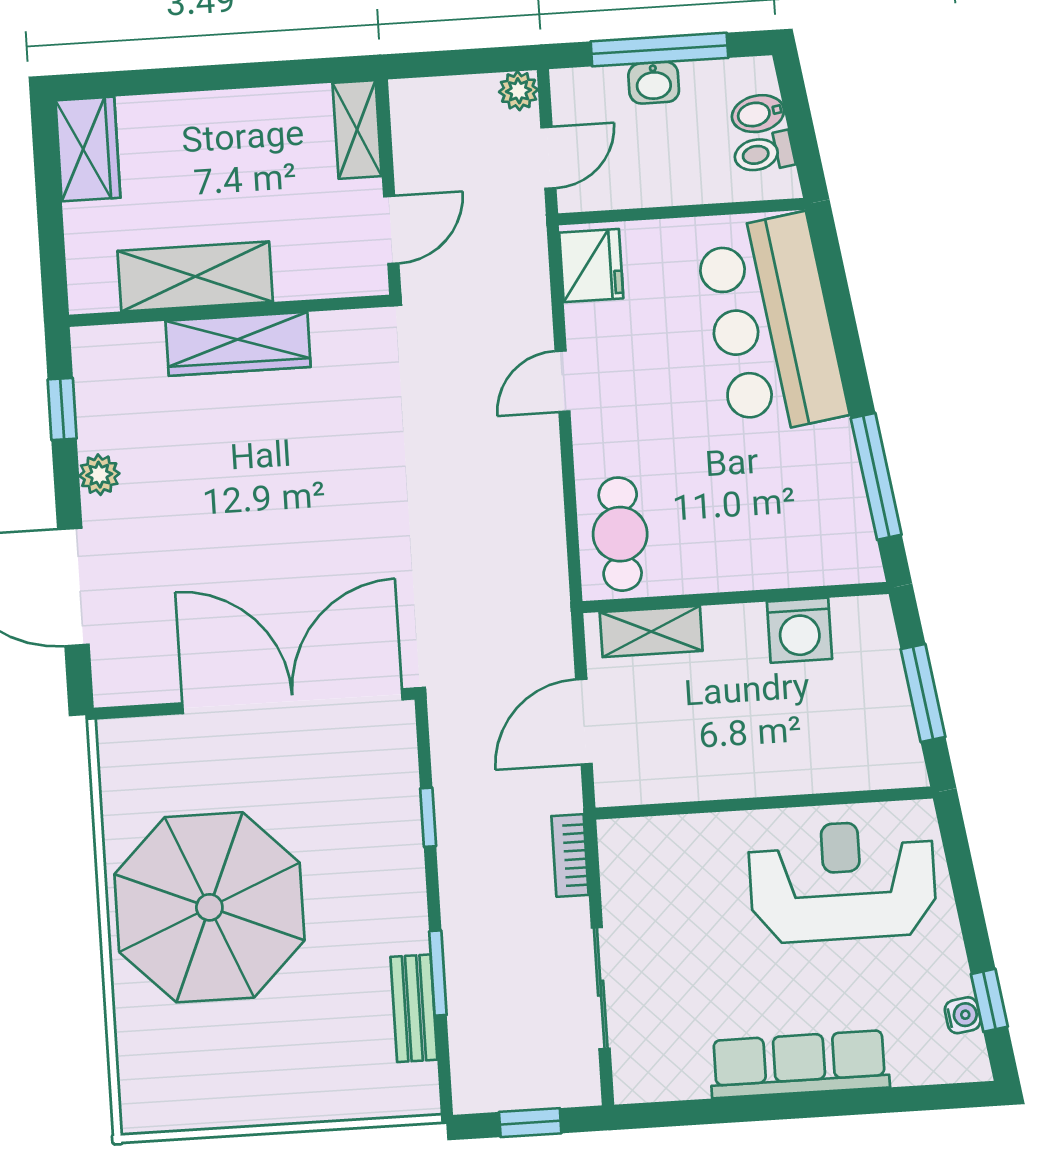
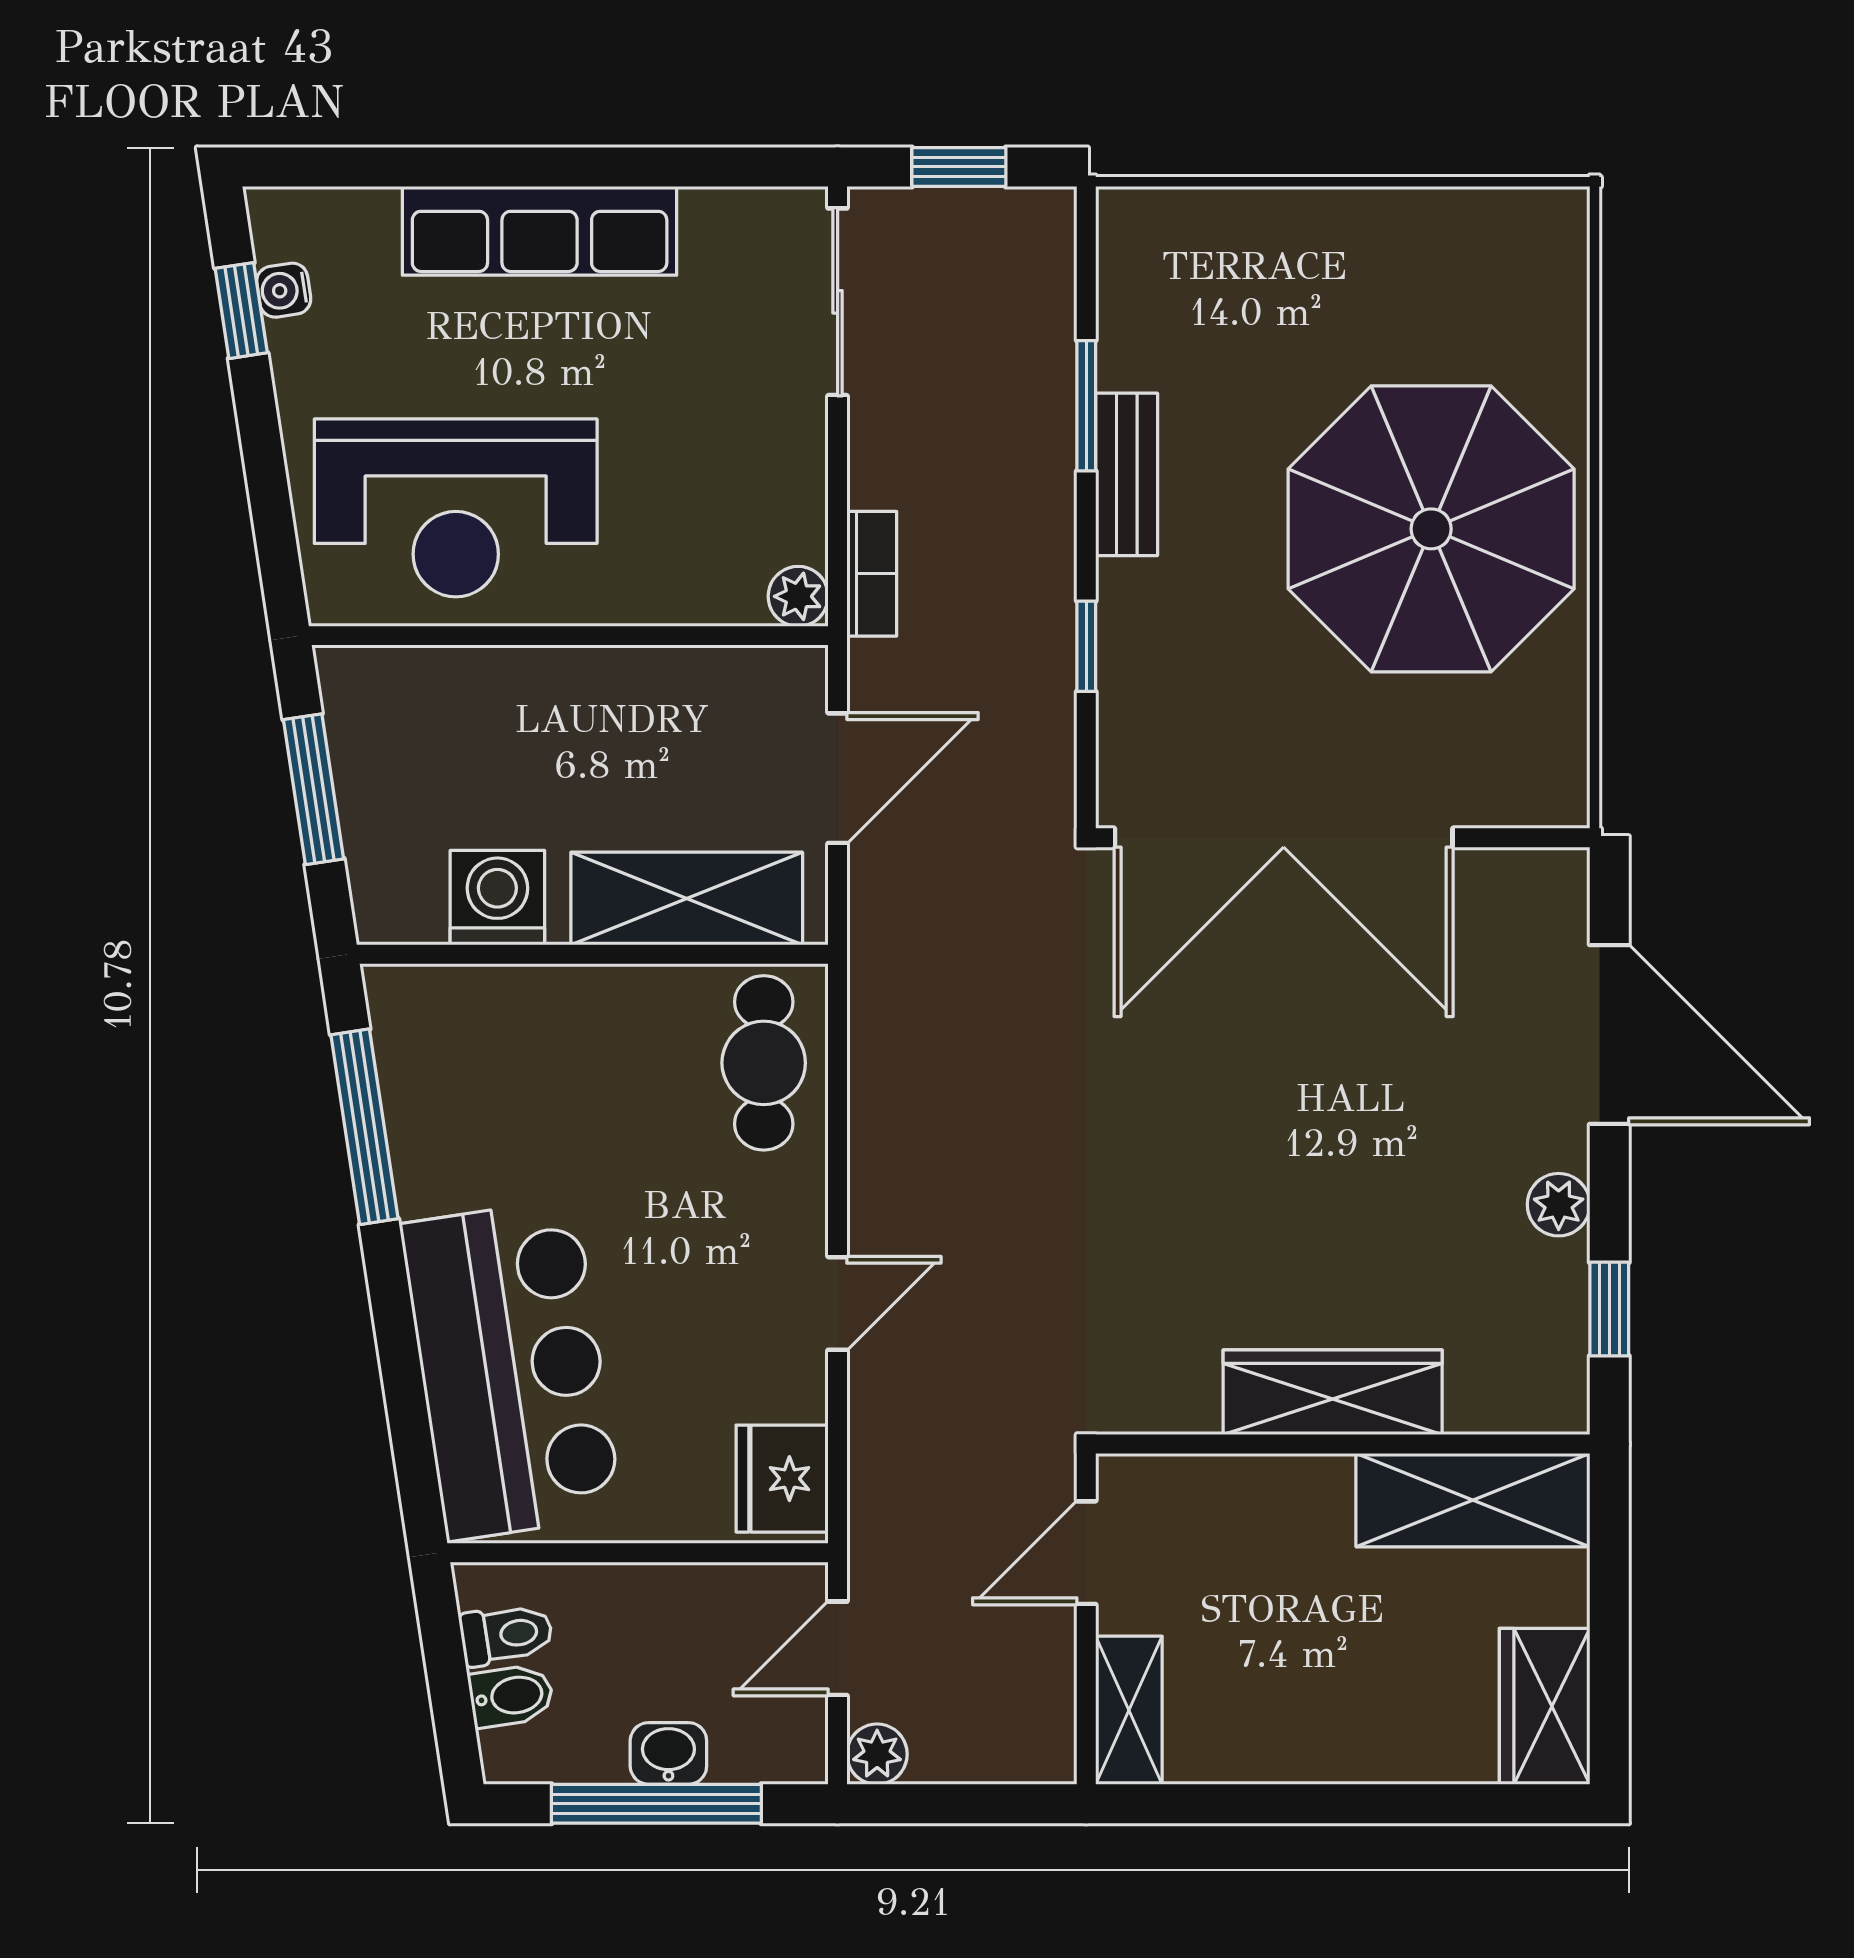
shelving: (195, 276) -> (1473, 1500), moved
shelving: (651, 631) -> (687, 899), width x1.50, depth x1.33
plant: (617, 838) -> (798, 596), added
sliding door: (601, 988) -> (838, 302), moved
bench: (414, 1008) -> (1127, 474), moved

